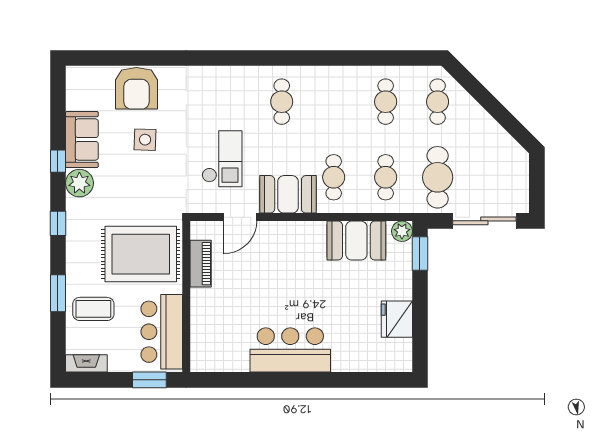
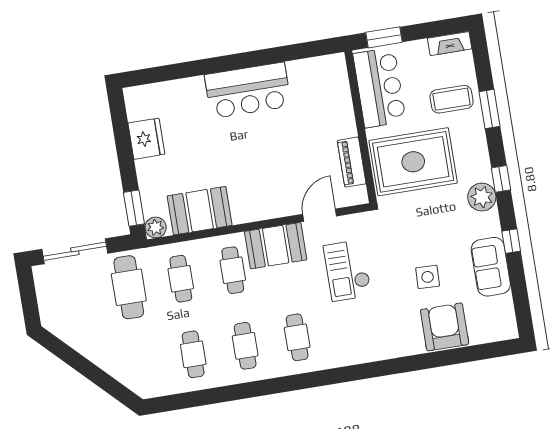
cafe table: (438, 102) -> (245, 346), moved
plant: (79, 183) -> (482, 197), moved

